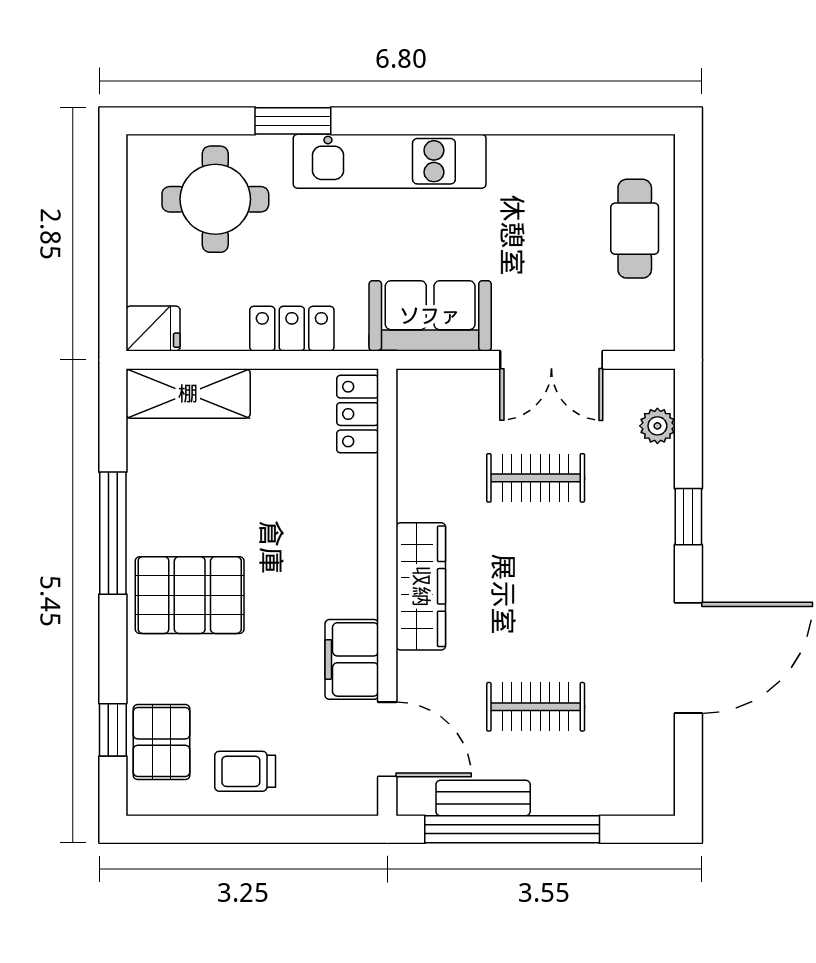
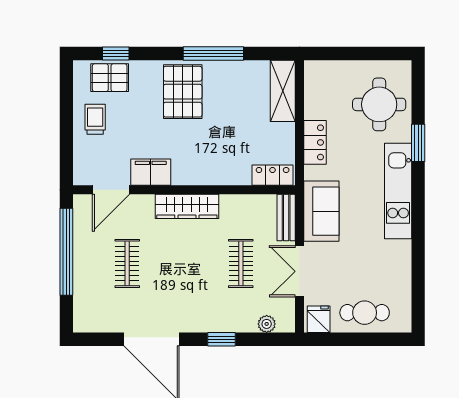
fridge: (153, 328) -> (319, 319), moved, turned 180
bench: (483, 798) -> (286, 218), moved

